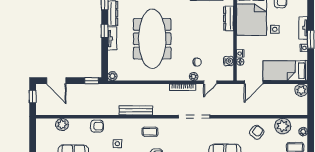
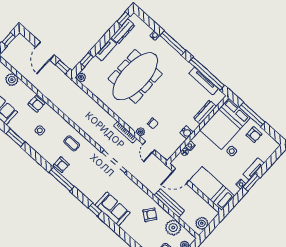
window: (105, 31) -> (87, 60), moved
water cooler: (228, 61) -> (187, 132), moved
door: (56, 81) -> (45, 51), moved
door: (210, 82) -> (149, 147), hinge flipped
plant: (301, 90) -> (202, 223), moved
bench: (136, 110) -> (169, 203), moved

